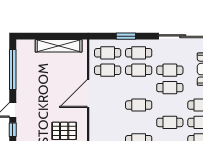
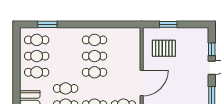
cafe table: (170, 122) -> (95, 56), moved

